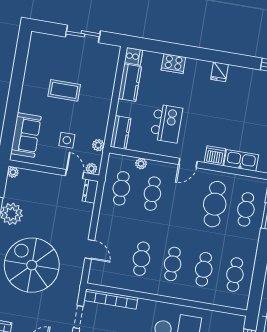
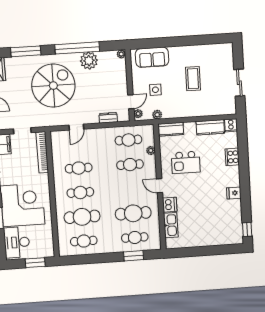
dresser: (90, 191) -> (108, 118), moved
cafe table: (204, 269) -> (82, 217), width x1.37, depth x1.35

